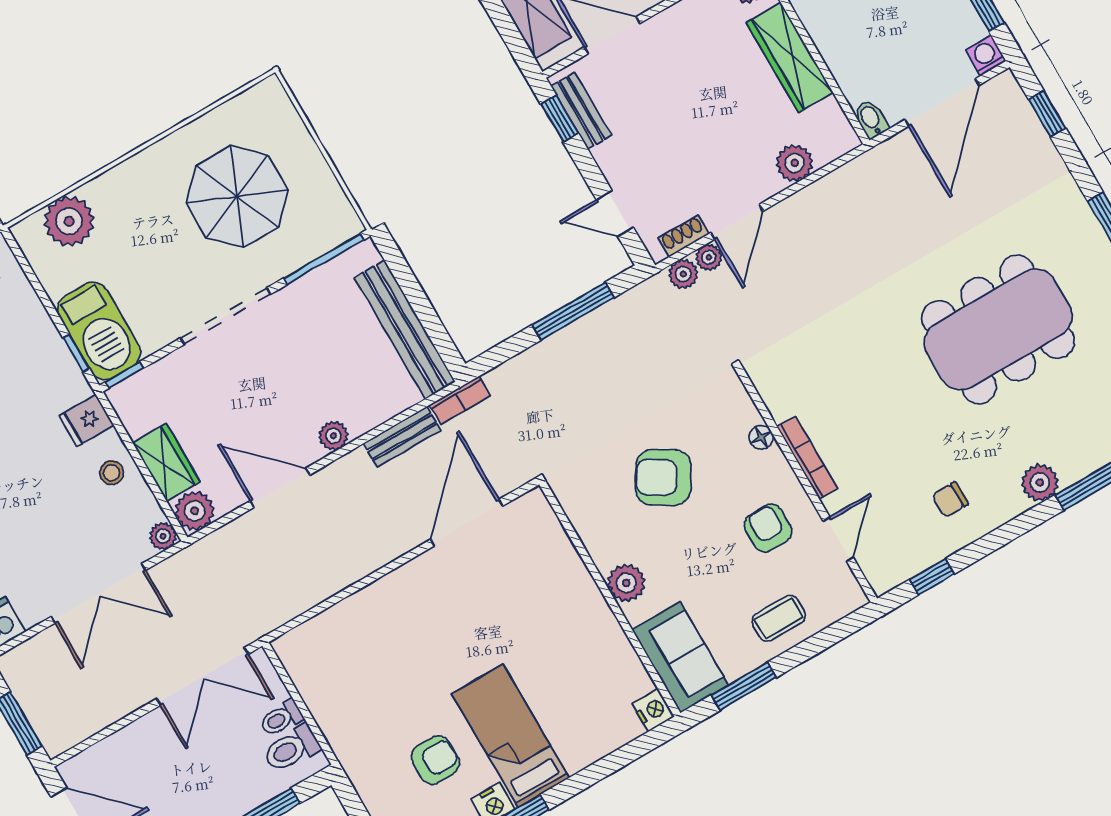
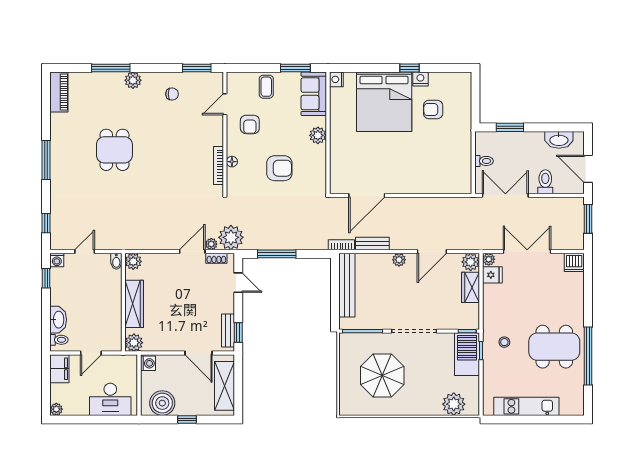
door: (942, 102) -> (85, 252), width x0.53
plant: (795, 163) -> (133, 261), moved
plant: (683, 274) -> (231, 237), width x1.88, depth x1.88
dining table: (998, 329) -> (114, 150), width x0.53, depth x0.80
fridge: (86, 421) -> (492, 275), moved
bookcase: (807, 458) -> (218, 166), moved
stool: (112, 473) -> (504, 342), moved
armchair: (663, 477) -> (279, 168), turned -31
door: (280, 488) -> (432, 252), hinge flipped
window: (932, 577) -> (197, 68), width x1.50
coffee table: (779, 618) -> (266, 87), turned 90
bed: (511, 736) -> (384, 102), width x2.04
toilet: (291, 748) -> (545, 182), moved, turned -90

